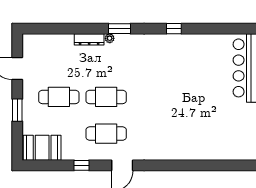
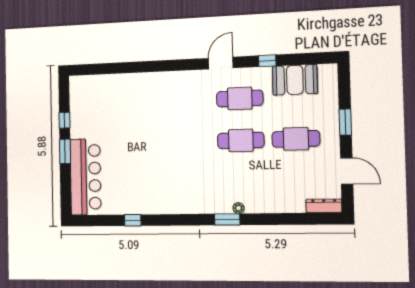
window: (174, 29) -> (133, 220), moved
dresser: (89, 39) -> (324, 206), moved
booth: (42, 148) -> (295, 80), moved

